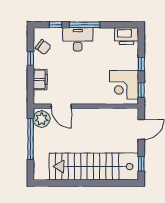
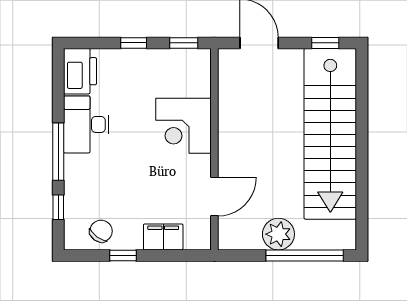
desk: (78, 39) -> (86, 124), moved
corner desk: (124, 85) -> (183, 126), moved, turned 90
plant: (42, 119) -> (278, 234), moved
window: (30, 139) -> (305, 255), moved

